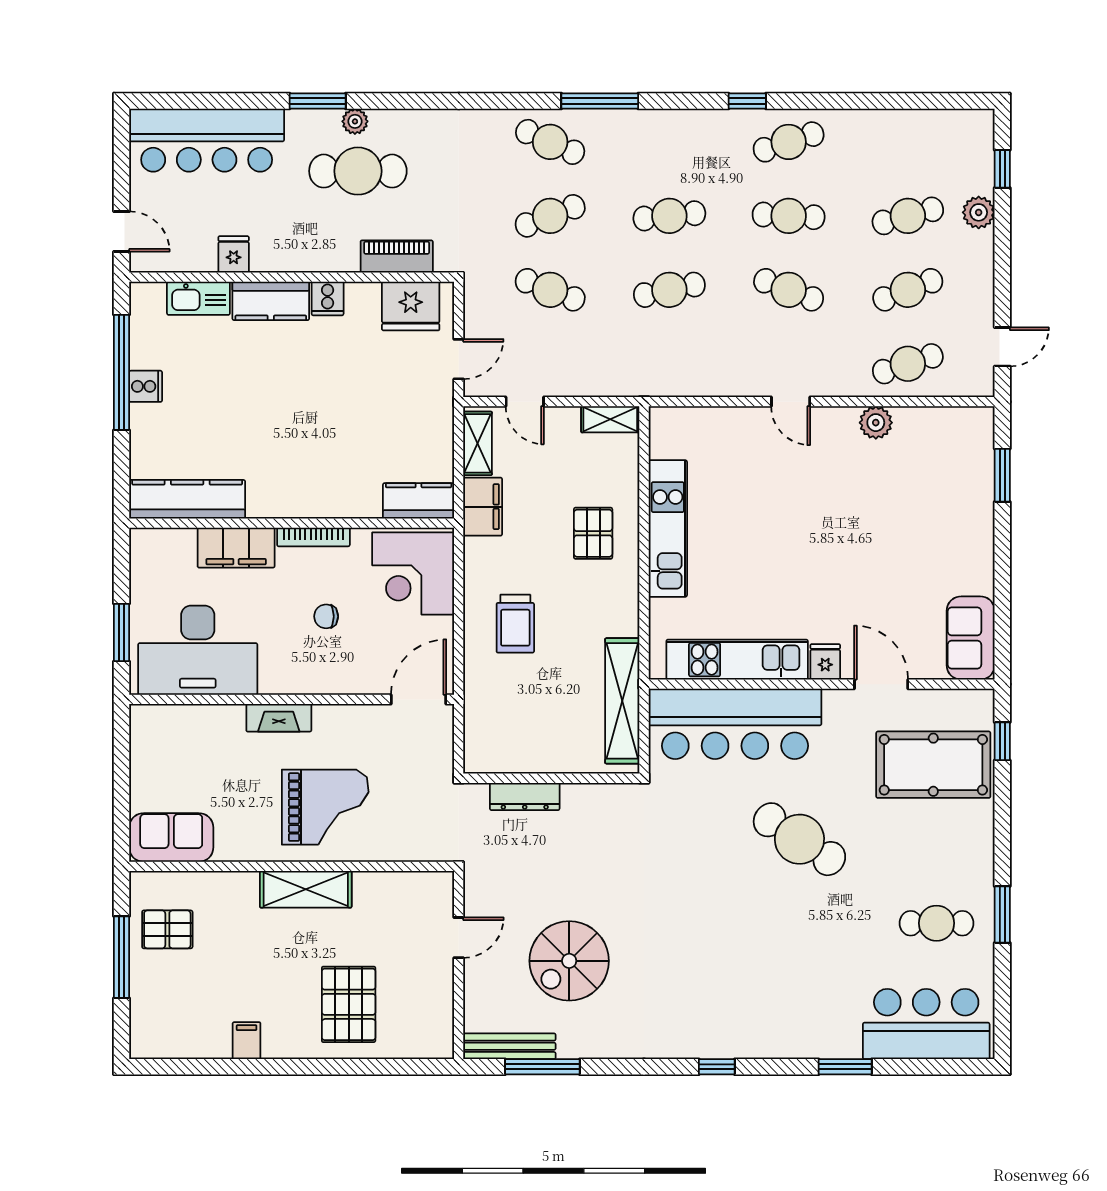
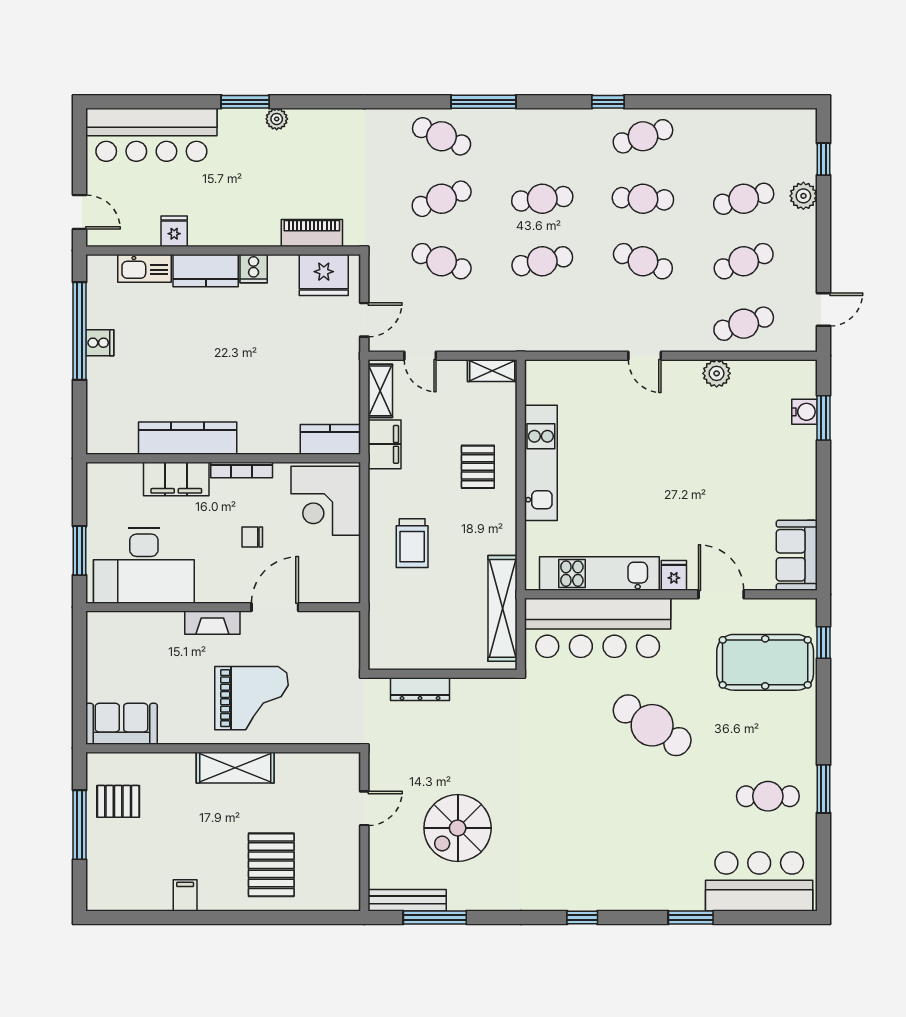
cafe table: (358, 171) -> (279, 161), removed
water cooler: (980, 468) -> (804, 412), added
kitchen counter: (187, 499) -> (188, 438), moved
door: (419, 699) -> (275, 607), moved

